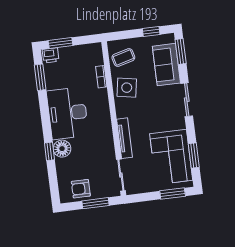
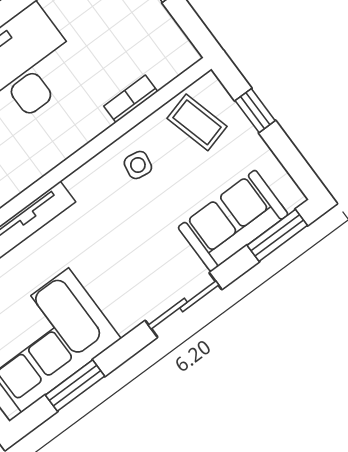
window: (151, 32) -> (255, 111), moved
side table: (127, 88) -> (138, 165), width x0.54, depth x0.54

